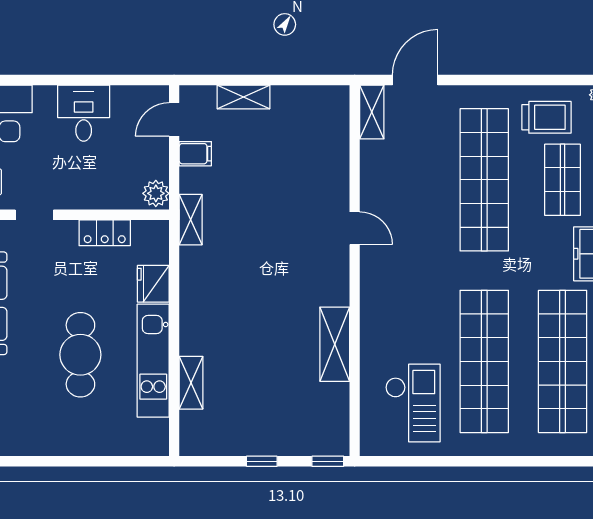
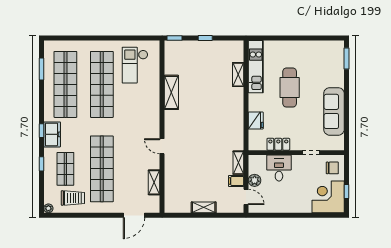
shelving: (243, 97) -> (204, 207), moved
shelving: (372, 112) -> (154, 182), moved
desk: (84, 113) -> (279, 168), moved, turned 180
trolley: (547, 117) -> (73, 198), turned 180
door: (174, 119) -> (246, 197), hinge flipped
plant: (156, 193) -> (255, 180), moved
shelving: (191, 220) -> (238, 163), moved
kitchen unit: (153, 361) -> (256, 67), moved

